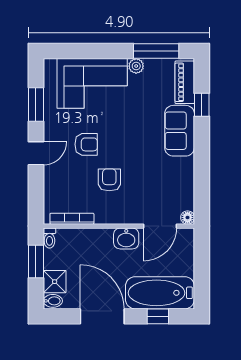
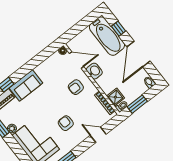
door: (36, 153) -> (98, 135), moved
armchair: (109, 180) -> (76, 87), moved
shower: (55, 282) -> (115, 97), moved

